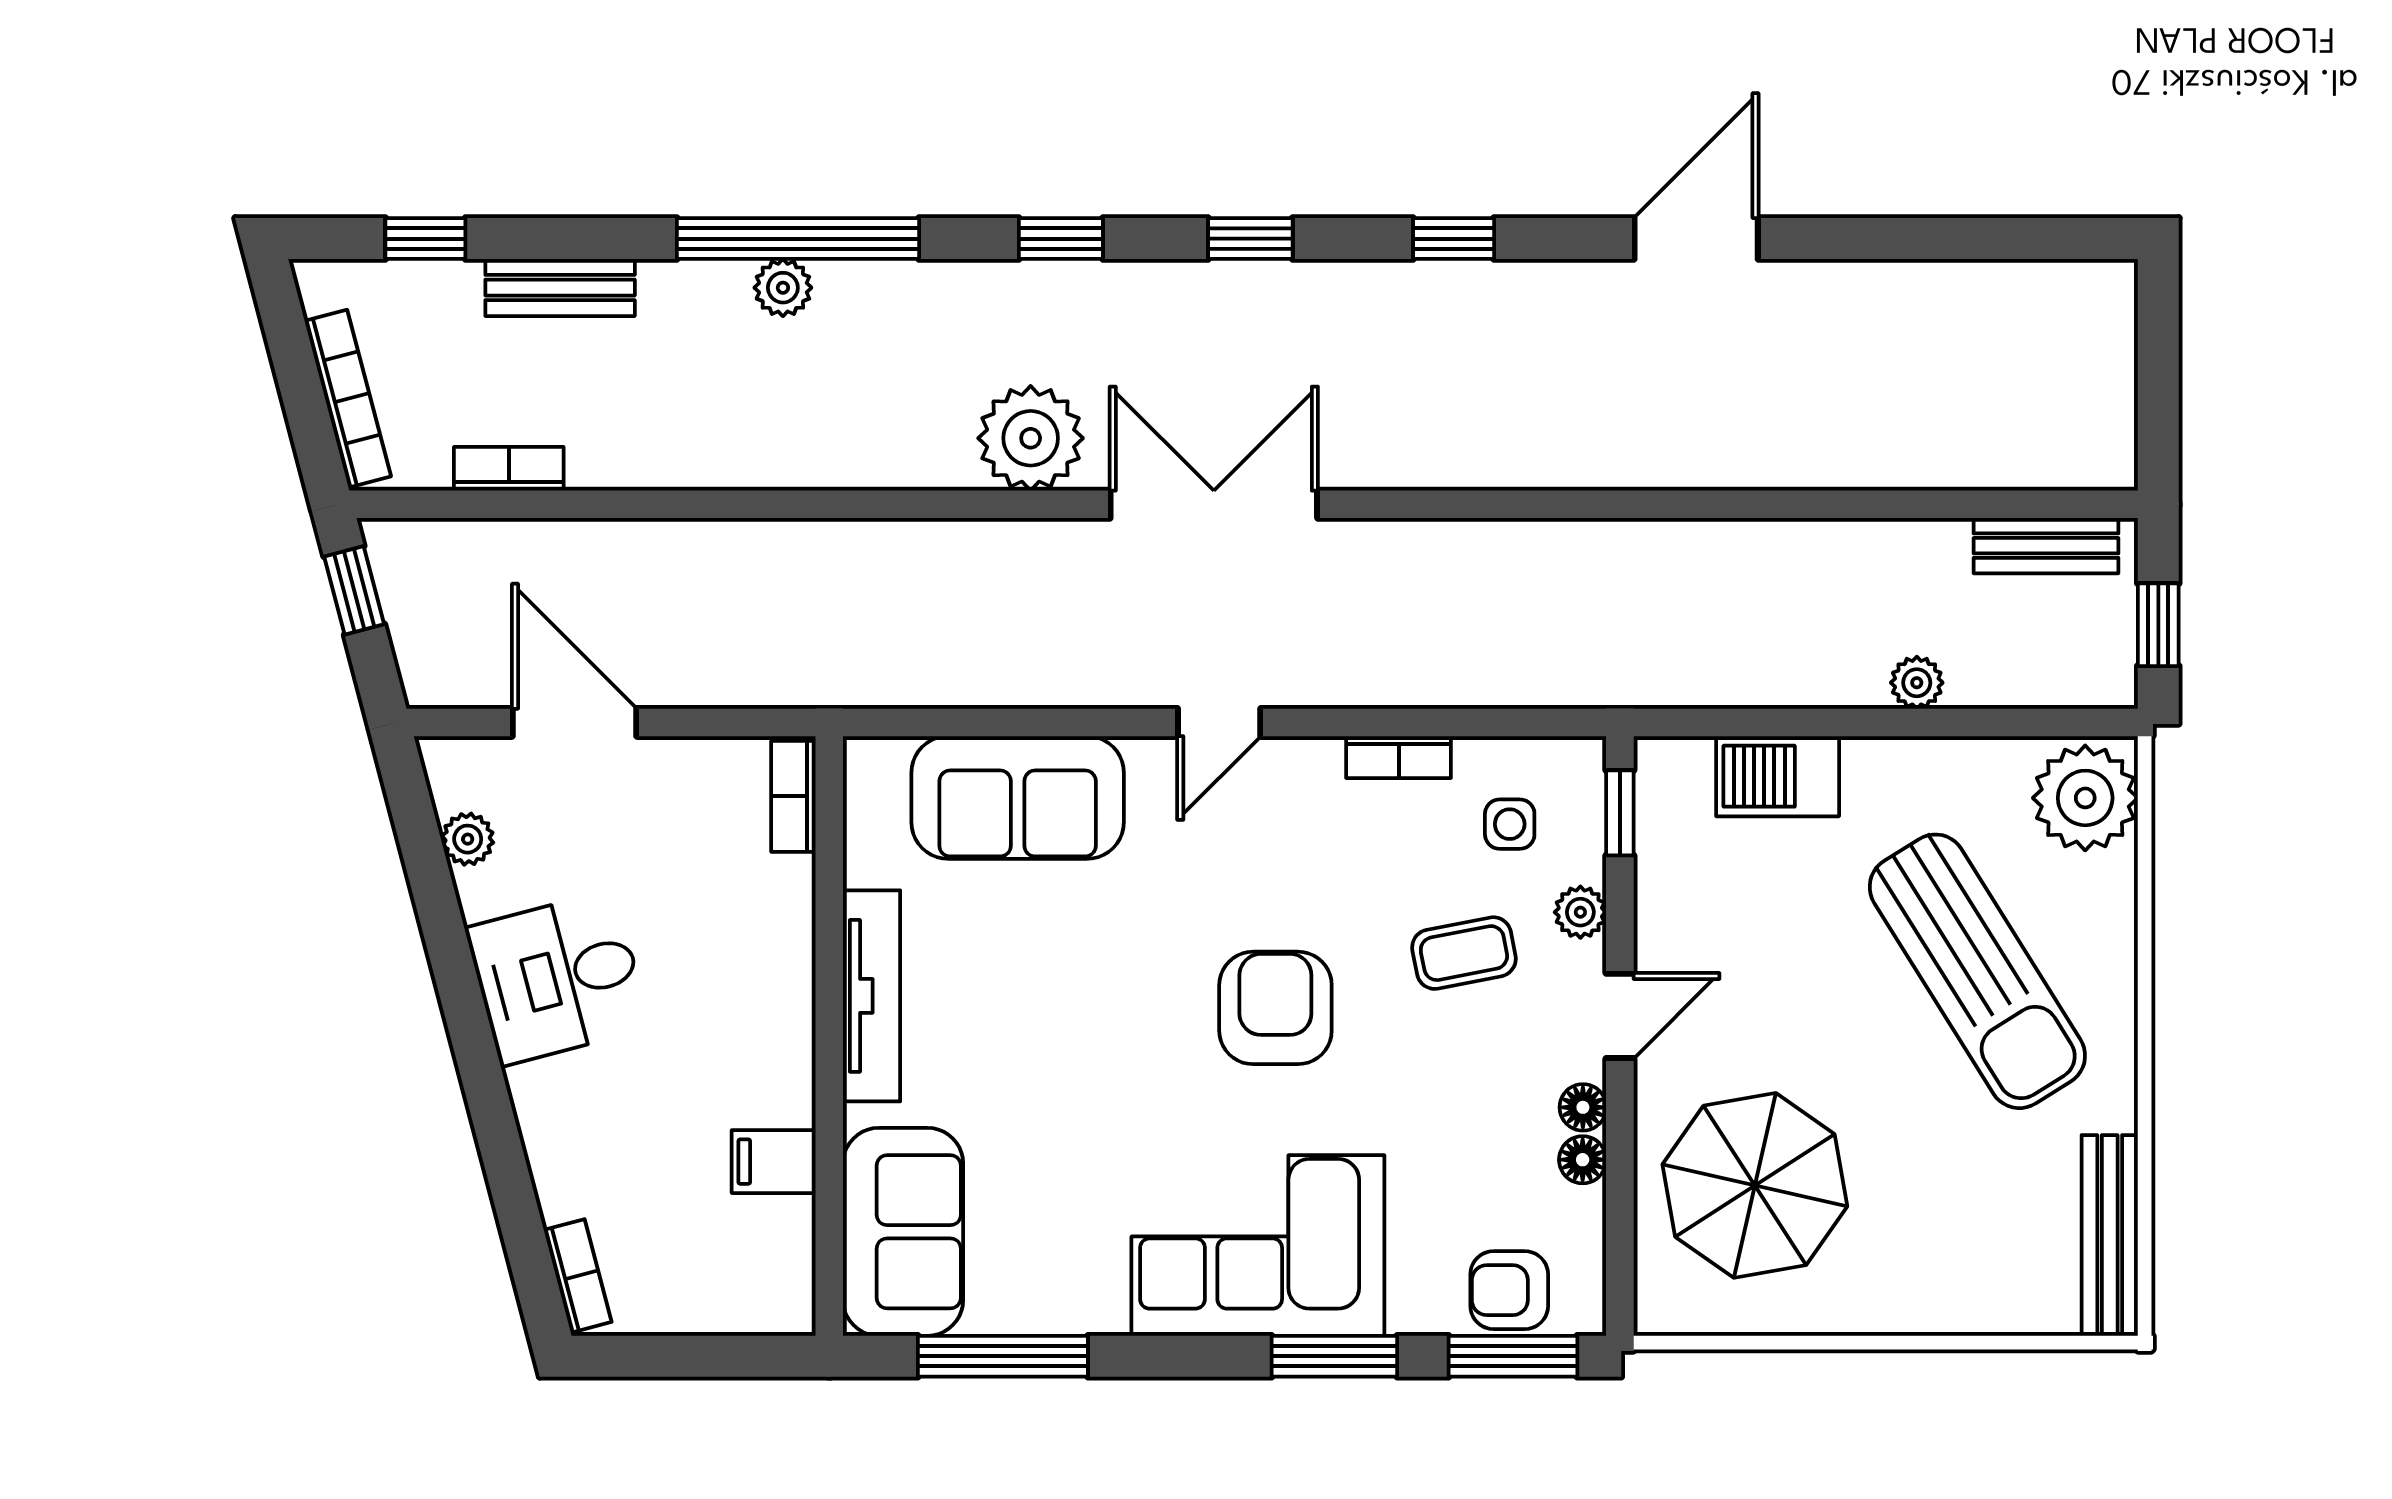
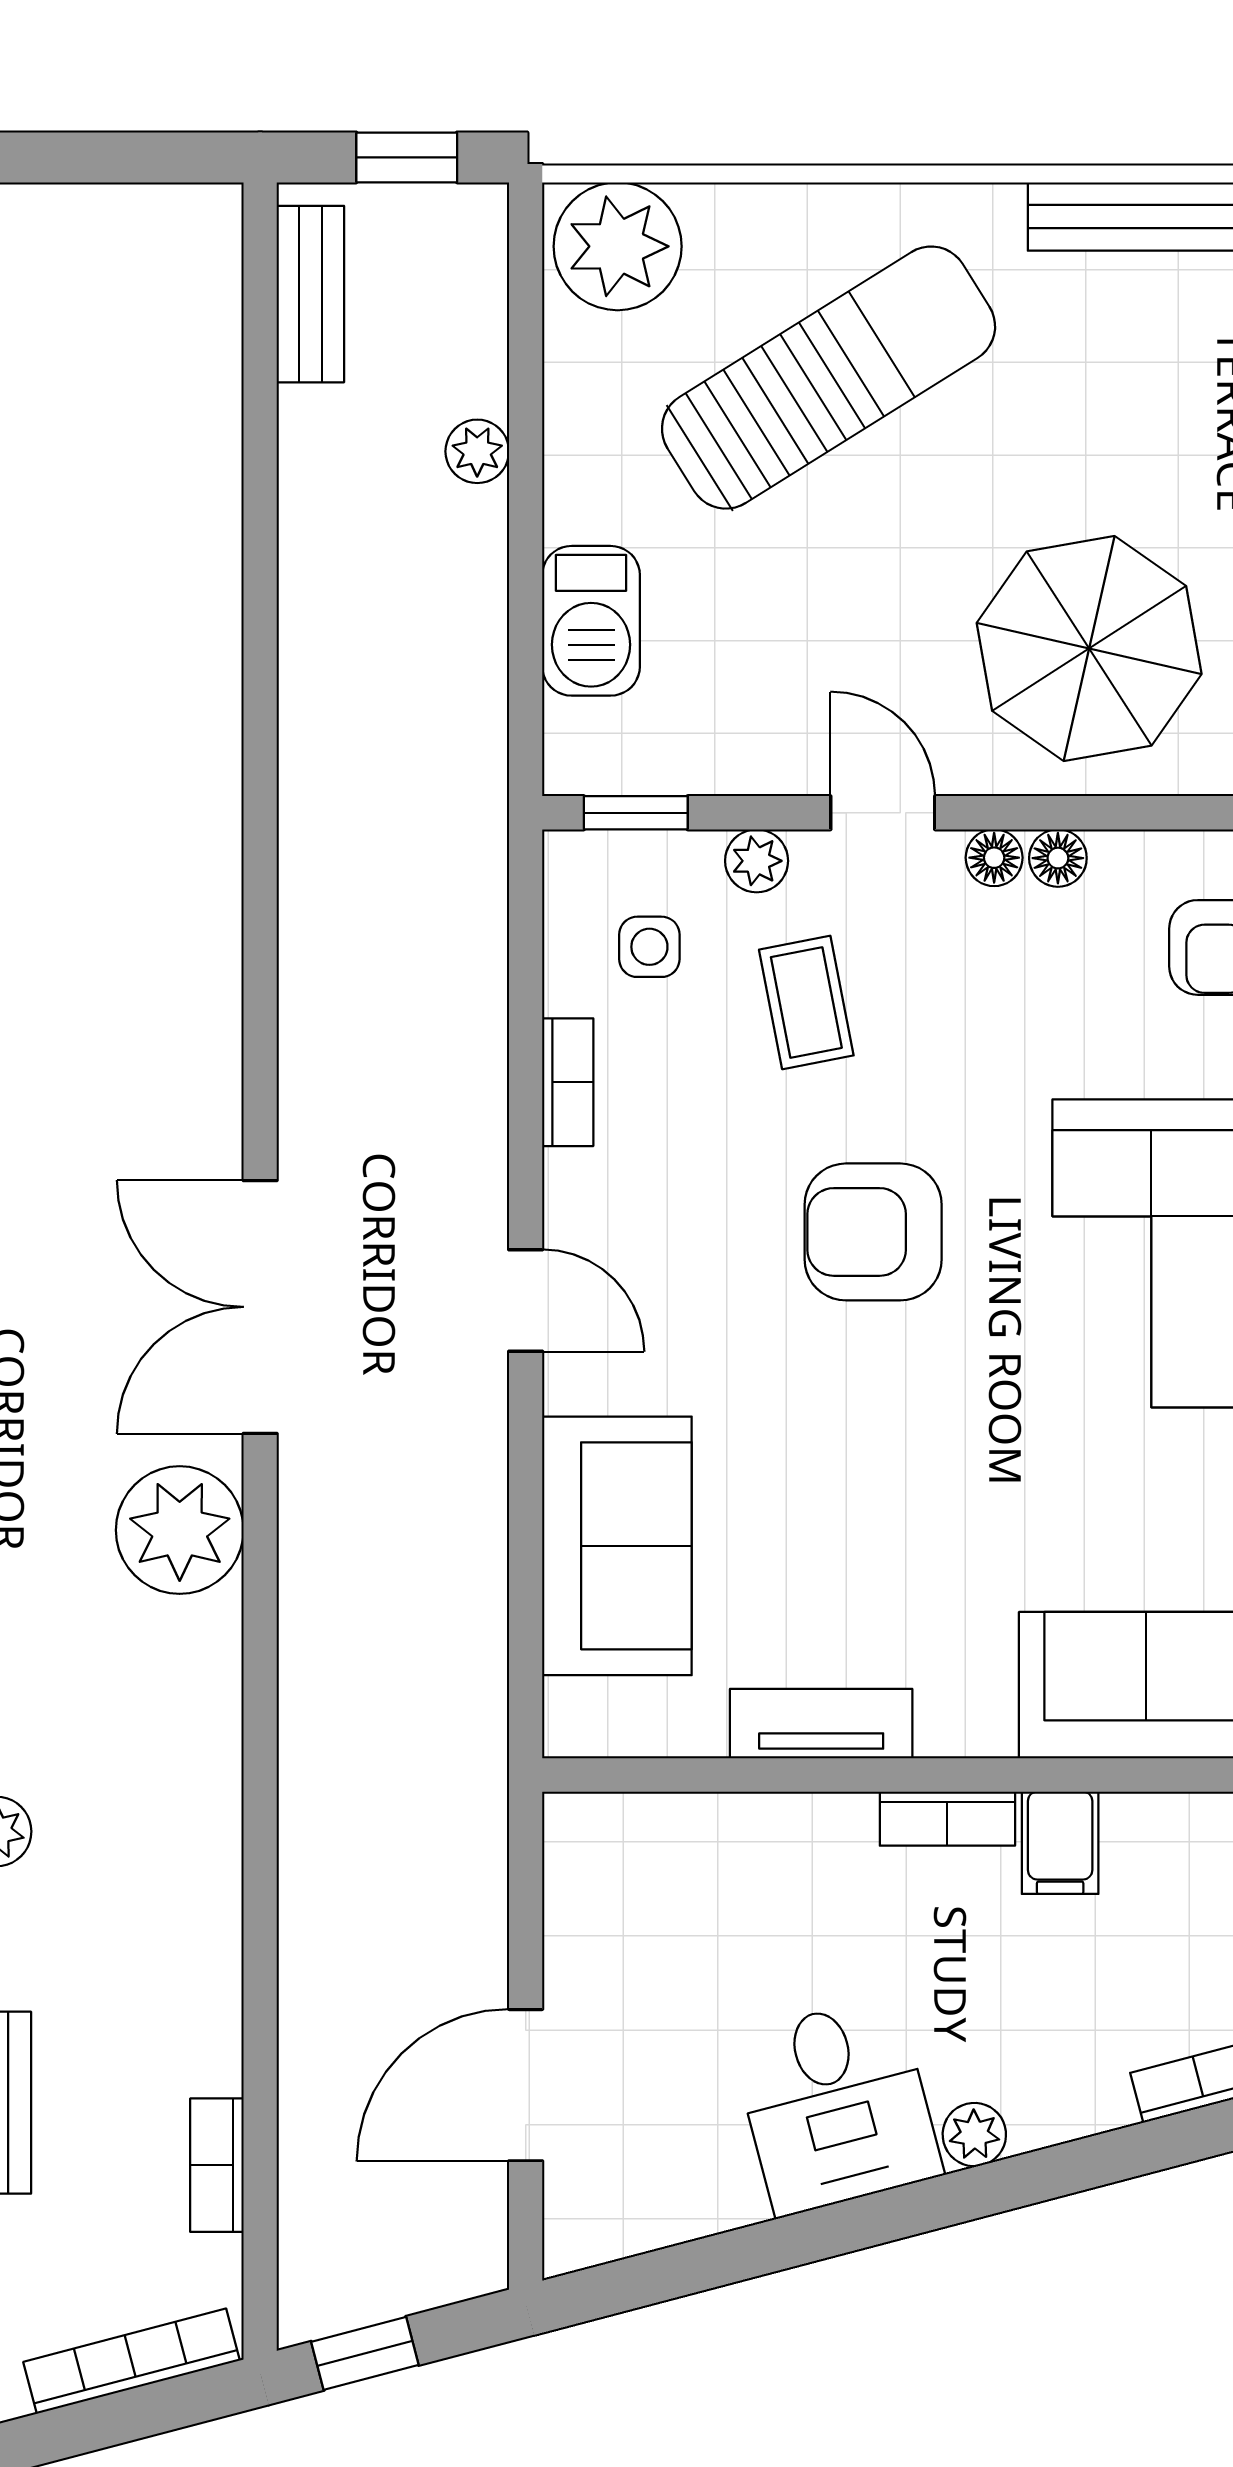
bookcase: (793, 796) -> (947, 1819), moved
plant: (468, 839) -> (974, 2135), moved
tv unit: (872, 996) -> (821, 1724), width x0.71

